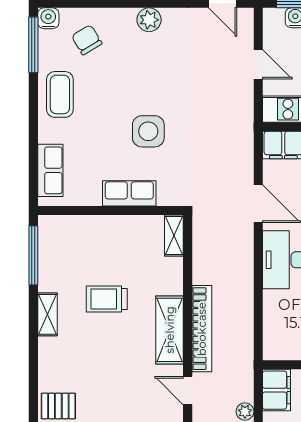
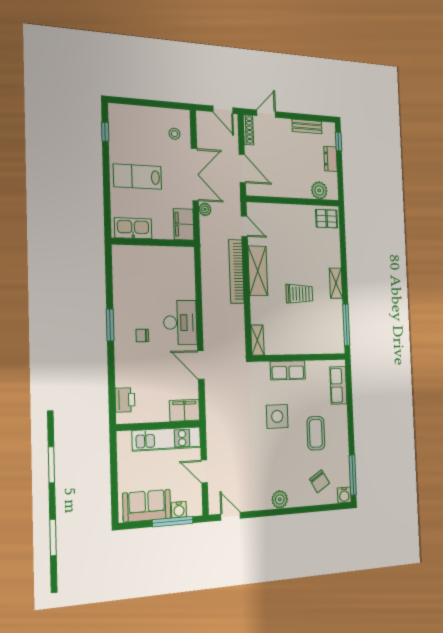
coffee table: (60, 94) -> (316, 433), moved

